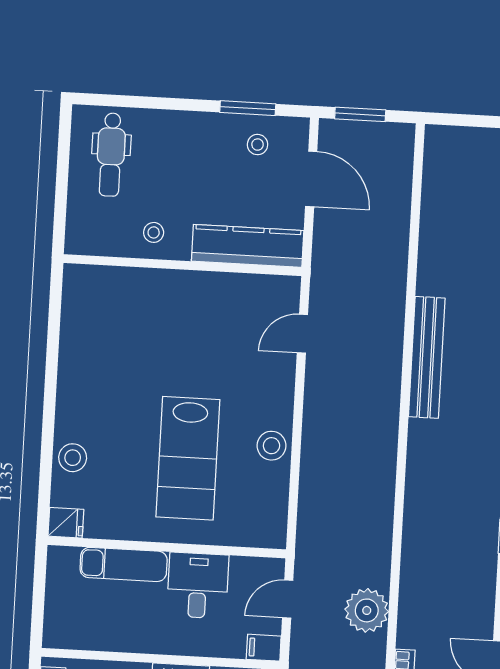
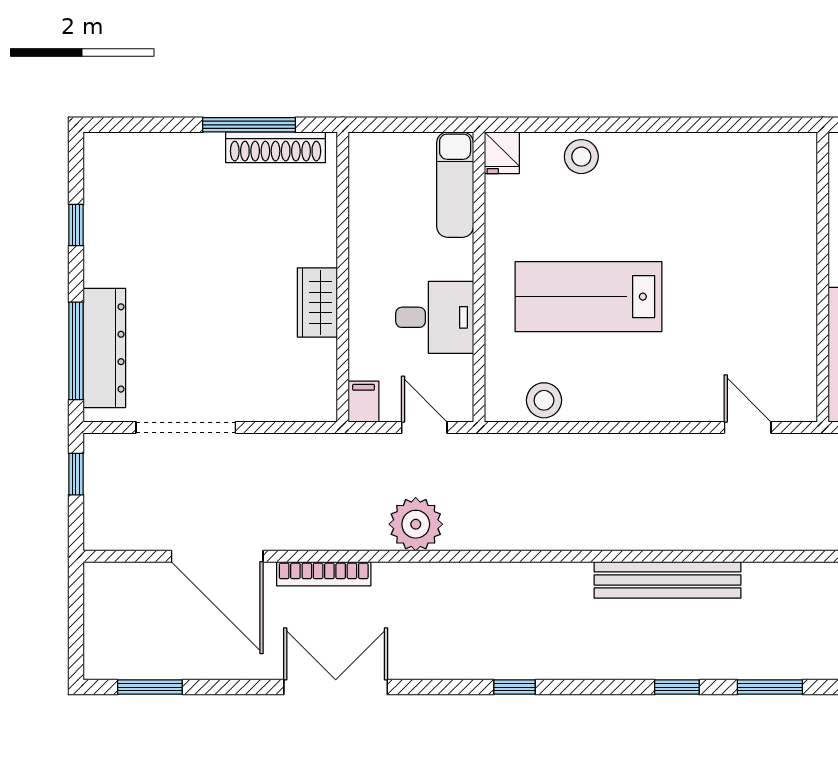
bench: (427, 357) -> (667, 580), moved
stool: (271, 446) -> (544, 400), moved
exam couch: (124, 564) -> (455, 185), moved

